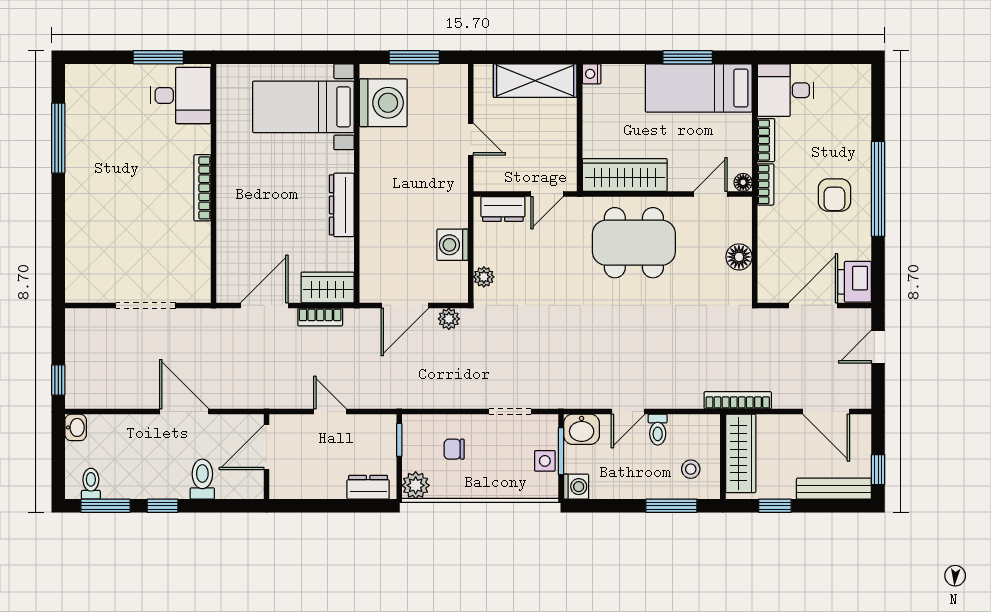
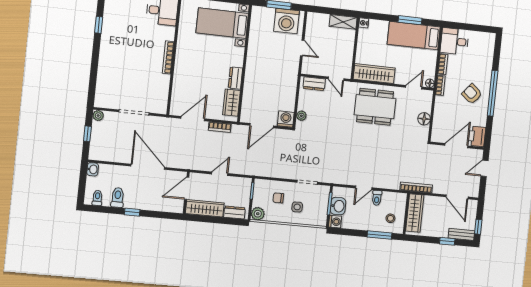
shelving: (535, 81) -> (343, 22), width x0.67, depth x0.75
washing machine: (383, 103) -> (287, 21), moved, turned 90
window: (58, 138) -> (99, 25), width x0.46
door: (547, 194) -> (336, 79), hinge flipped
armchair: (834, 195) -> (472, 94), turned 129
dresser: (342, 205) -> (235, 78), width x0.70
washing machine: (453, 245) -> (286, 119), moved, turned 90
wardrobe: (328, 287) -> (231, 103), moved, turned -90
plant: (449, 319) -> (98, 116), moved
window: (58, 380) -> (87, 134), moved
door: (184, 412) -> (148, 167), width x1.36
door: (330, 412) -> (220, 174), hinge flipped
washbasin: (582, 429) -> (338, 206), moved, turned -90
side table: (545, 461) -> (297, 207), moved
toilet: (202, 479) -> (118, 197), moved
wardrobe: (307, 484) -> (205, 208), added
bench: (834, 489) -> (461, 234), width x0.73
window: (106, 506) -> (104, 209), removed
window: (775, 506) -> (447, 241), moved

